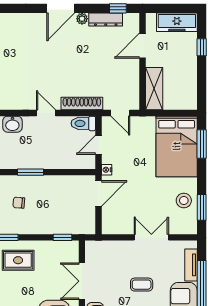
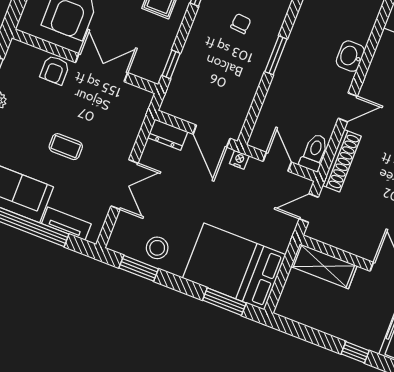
dresser: (108, 222) -> (168, 135), added
coffee table: (142, 285) -> (66, 147), turned 90

